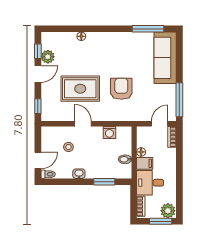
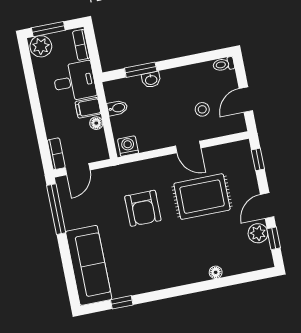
window: (148, 29) -> (122, 302), width x0.46
washing machine: (109, 132) -> (128, 146), moved
door: (38, 160) -> (246, 100), moved
washbasin: (79, 174) -> (151, 80), moved

